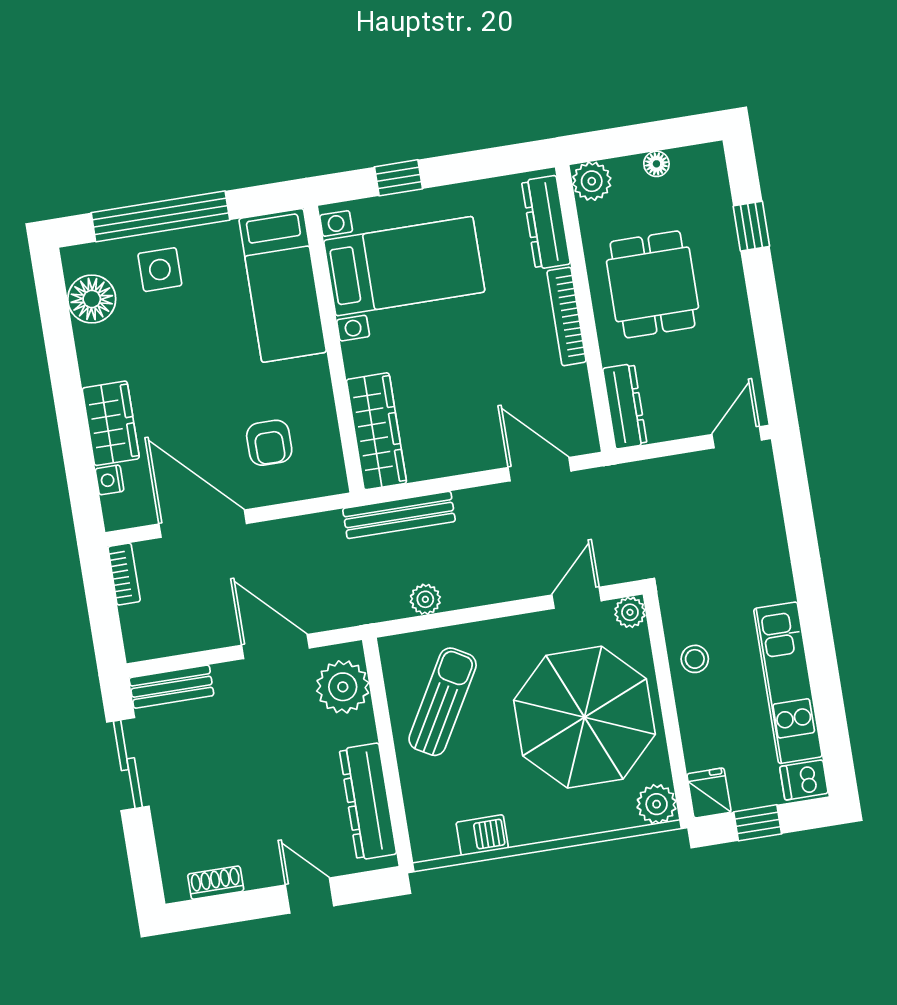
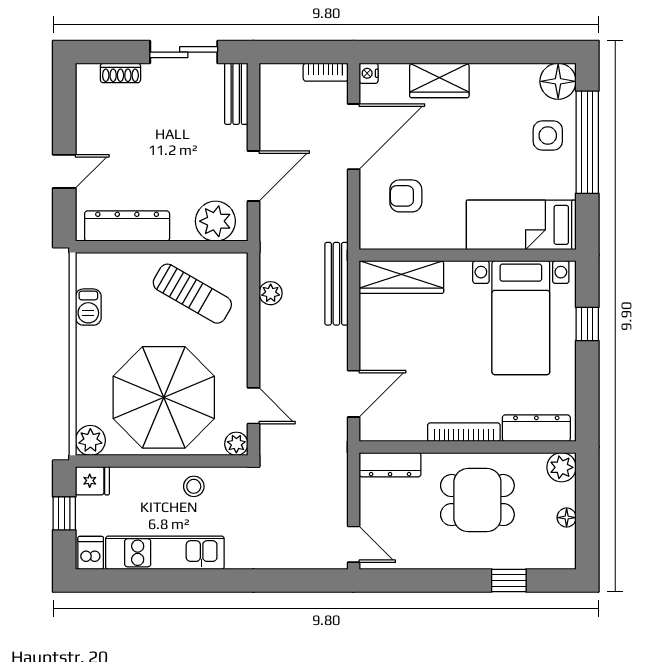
floor lamp: (92, 299) -> (558, 81), moved
nightstand: (110, 480) -> (369, 73), moved, turned -90
shoe rack: (216, 883) -> (120, 73), moved, turned 90

